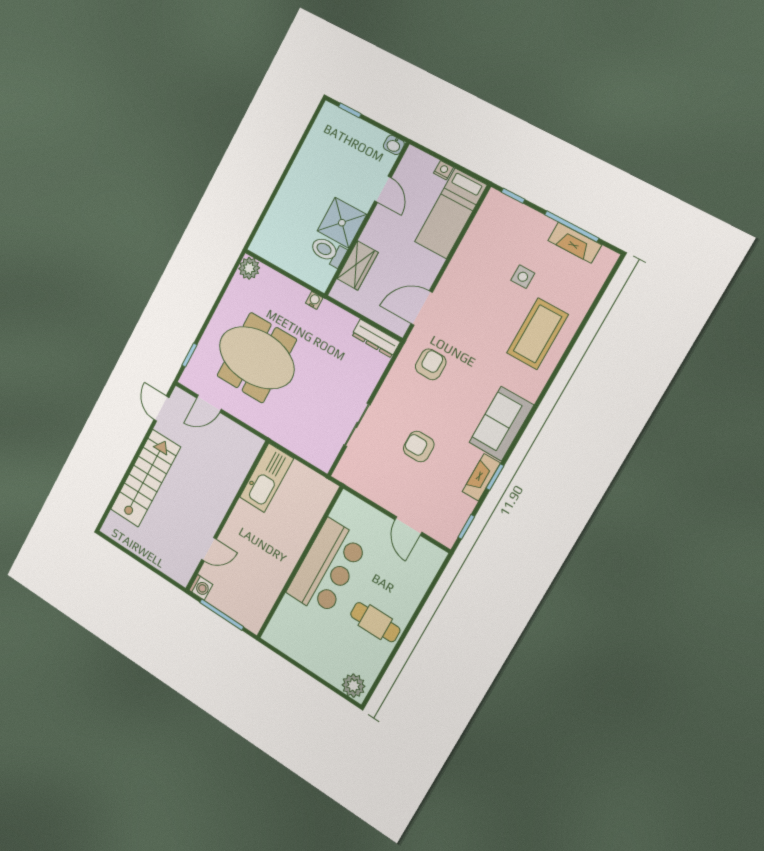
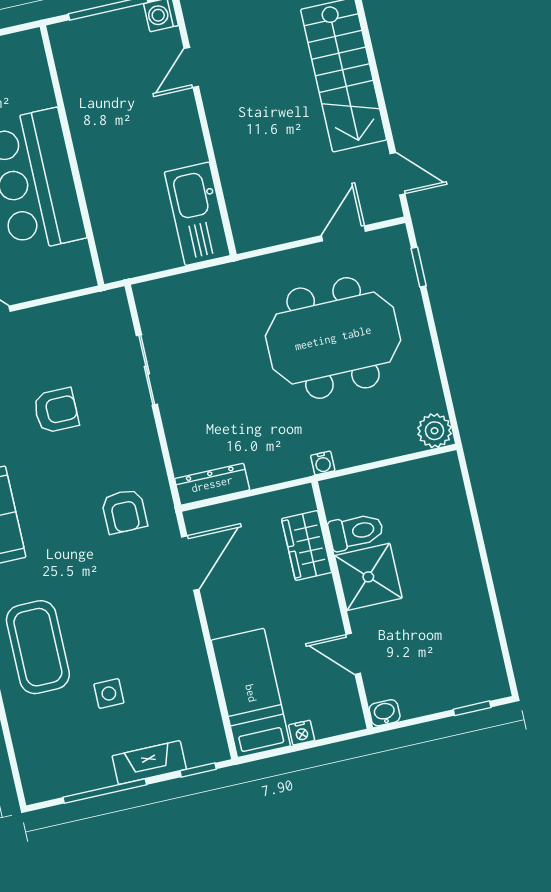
fireplace: (575, 243) -> (149, 762), moved

